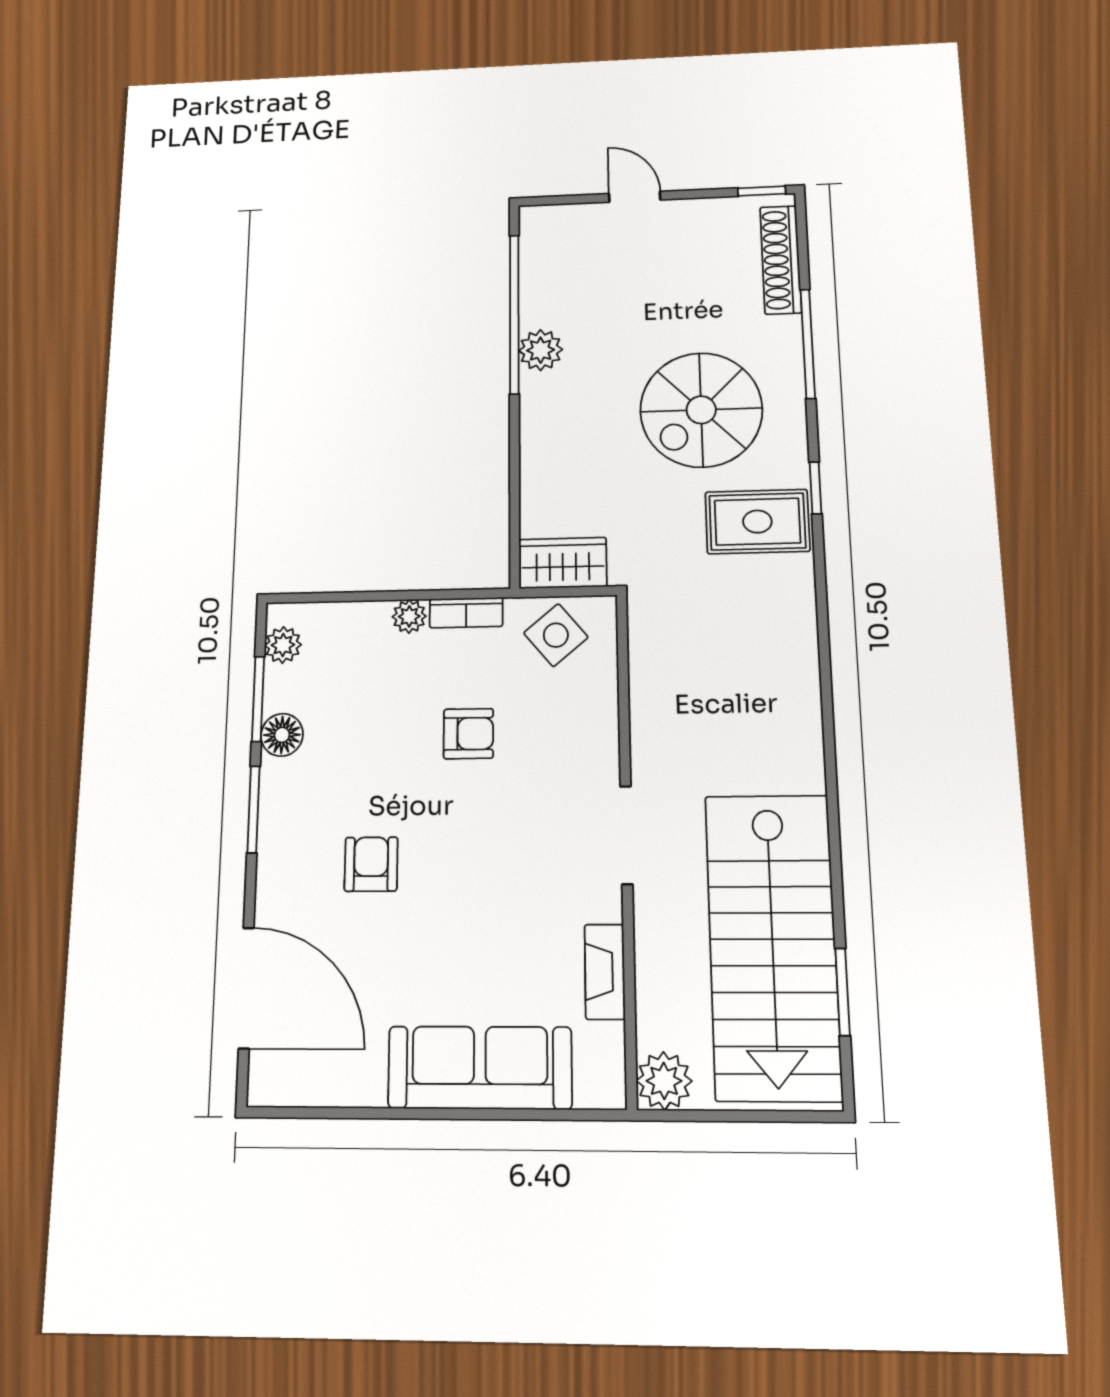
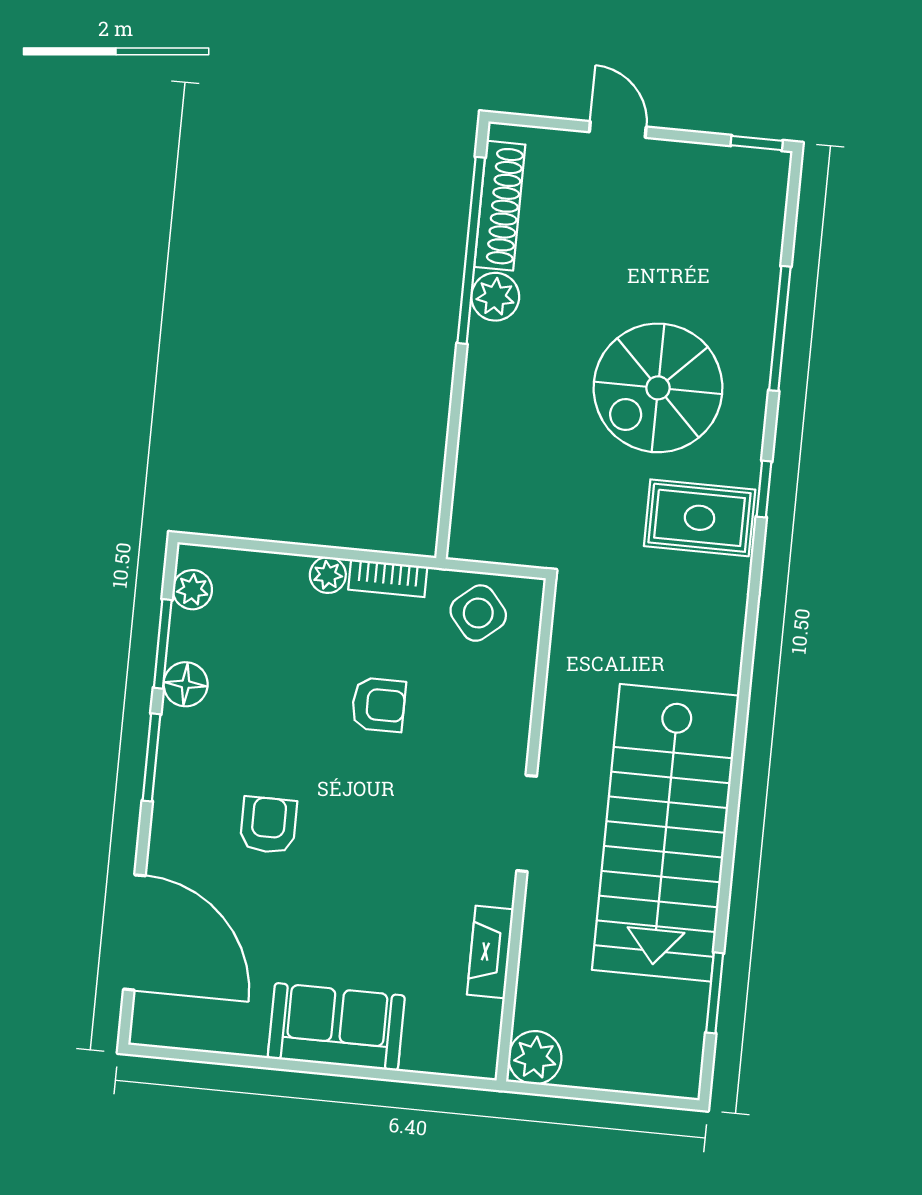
shoe rack: (781, 260) -> (500, 206), moved, turned 180
wardrobe: (563, 563) -> (494, 537), removed
stairs: (773, 945) -> (666, 833), moved
sofa: (480, 1068) -> (336, 1027), width x0.73

